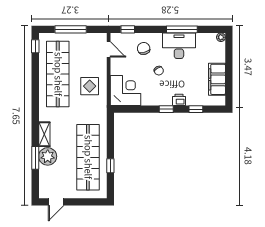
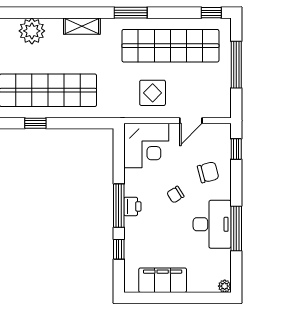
door: (109, 49) -> (191, 121), moved
printer: (179, 100) -> (132, 206), moved
window: (166, 109) -> (119, 206), width x2.17
plant: (48, 156) -> (32, 31), moved
window: (35, 158) -> (131, 13), moved

